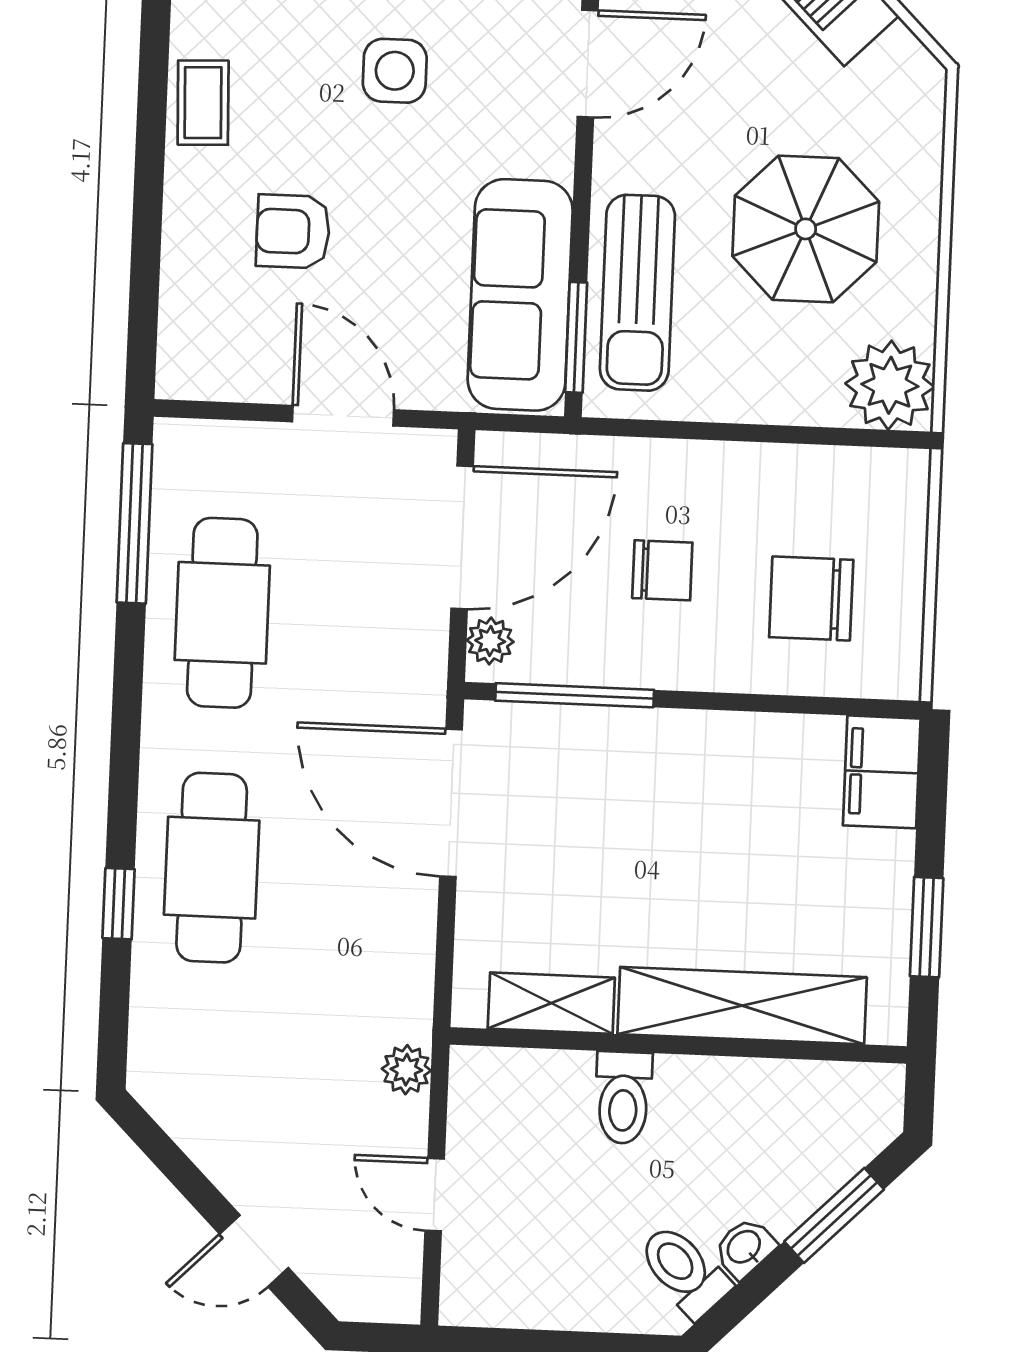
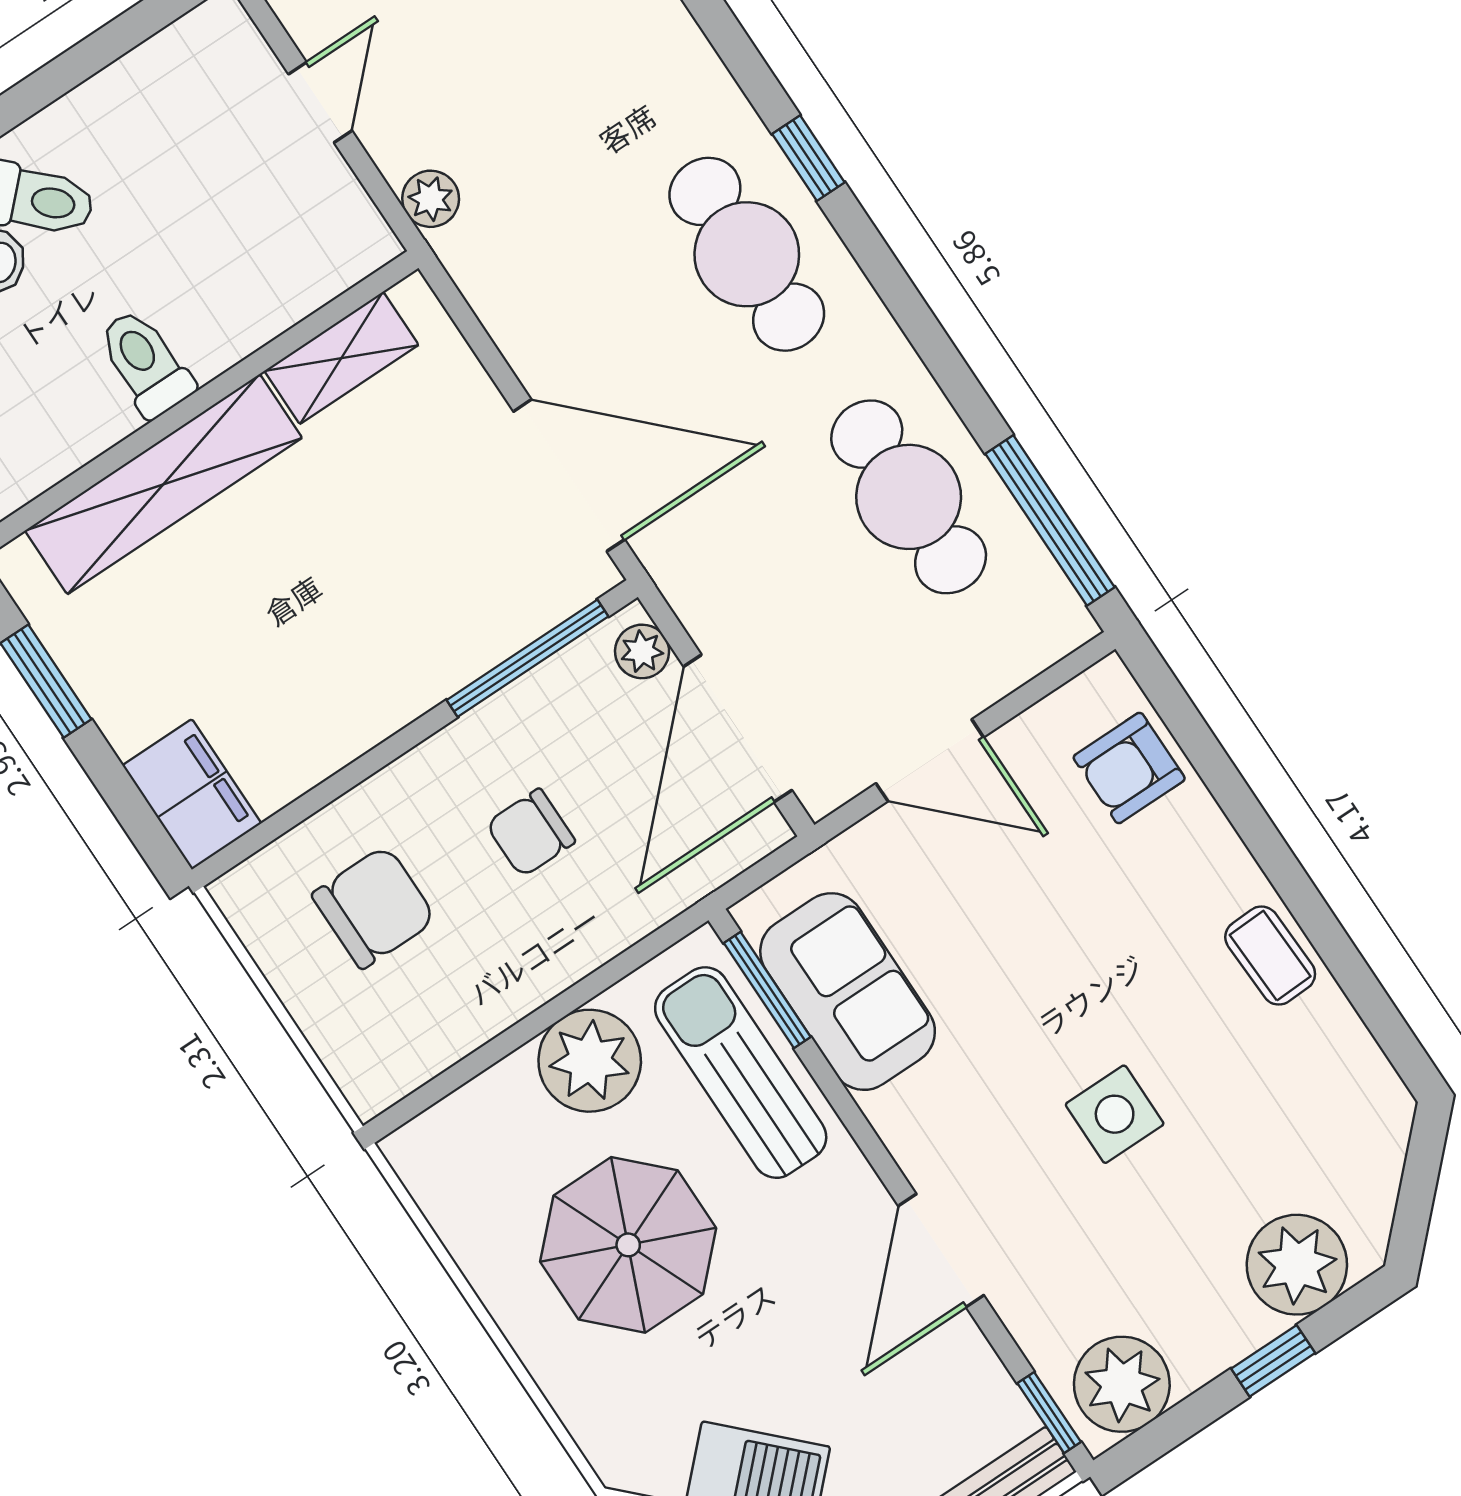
armchair: (293, 231) -> (1129, 768), moved, turned 180
sofa: (520, 295) -> (848, 992), width x0.73
plant: (890, 385) -> (590, 1061), moved
toilet: (623, 1098) -> (145, 363), moved
door: (435, 1195) -> (320, 102), hinge flipped

